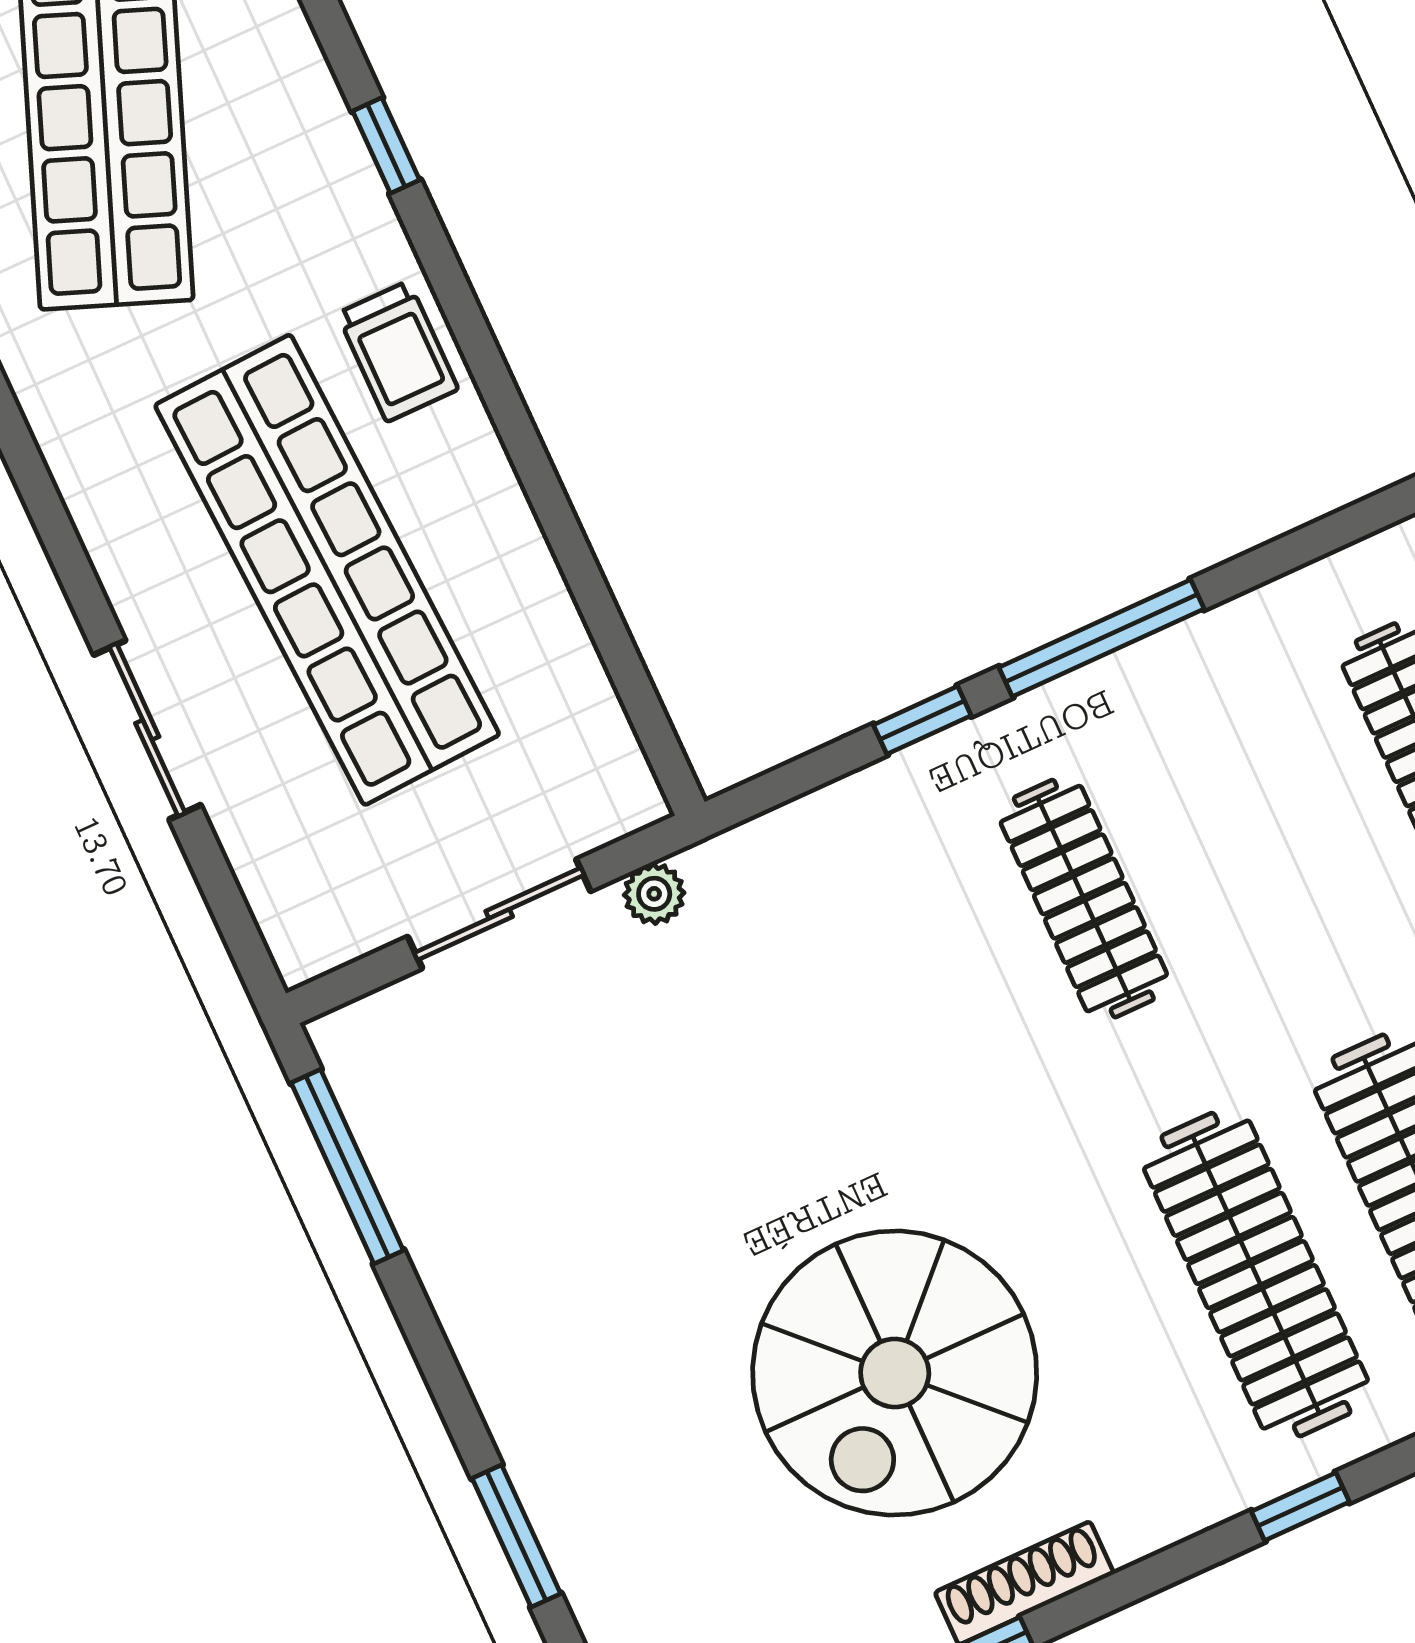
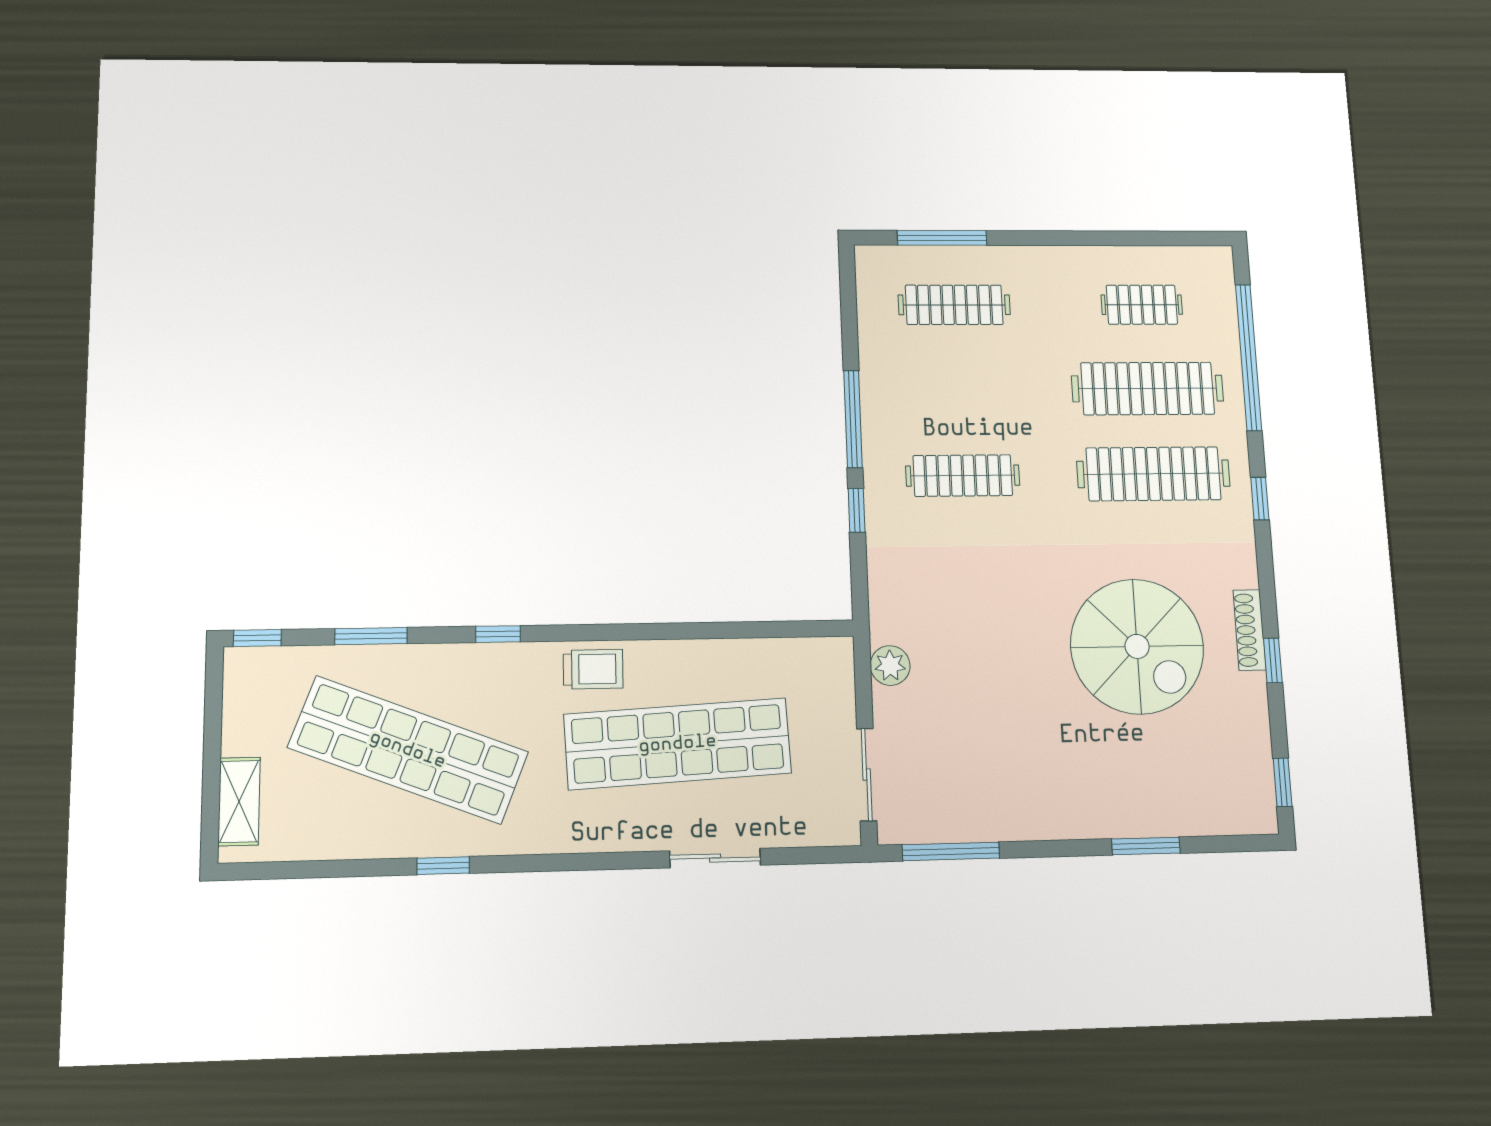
plant: (654, 894) -> (890, 666), width x1.38, depth x1.38
sliding door: (499, 914) -> (867, 775), moved

